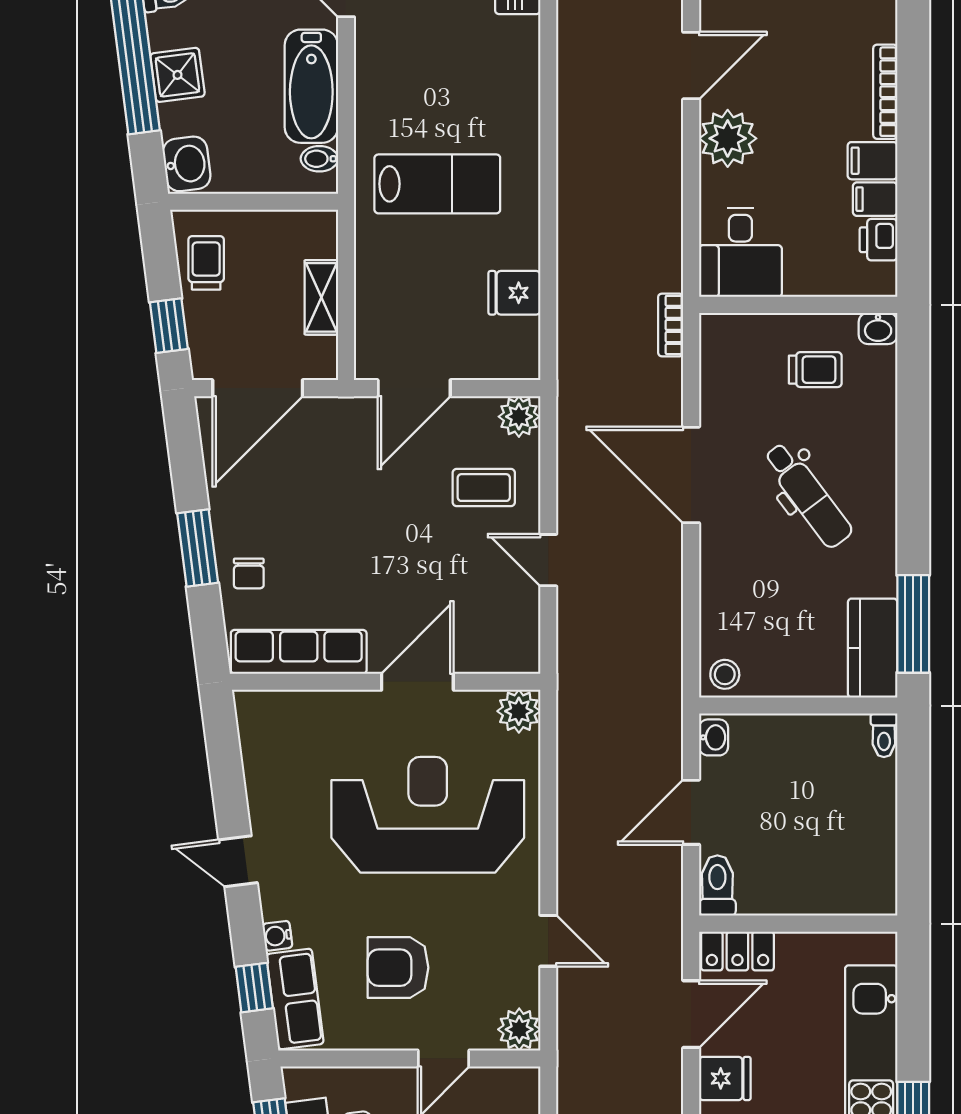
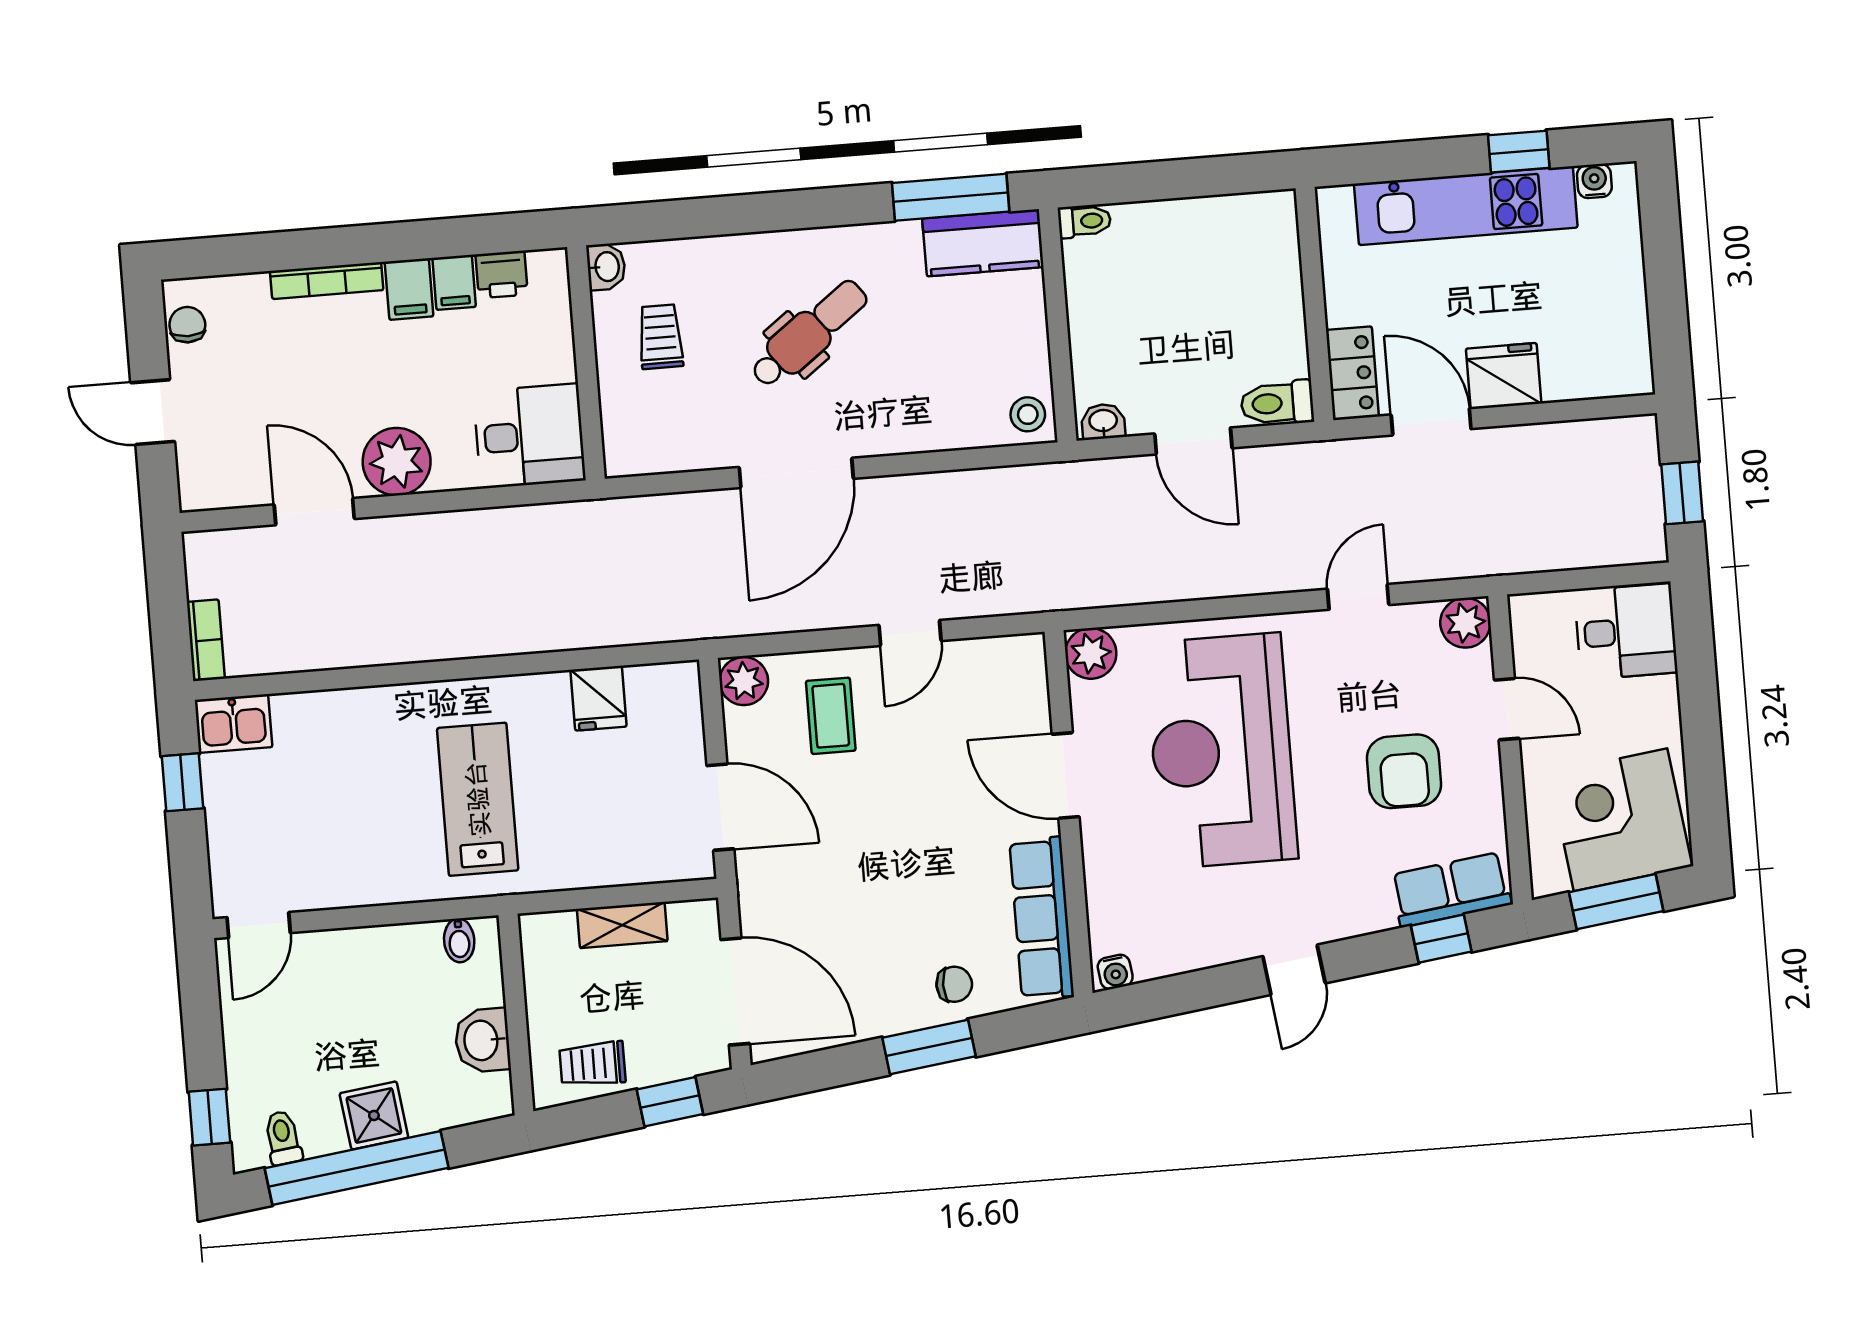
bathtub: (311, 86) -> (375, 957), removed
washbasin: (187, 164) -> (482, 1040), moved, turned -83
bookcase: (671, 325) -> (622, 511), removed
water cooler: (277, 936) -> (1115, 972), moved
fridge: (725, 1078) -> (1504, 376), width x1.38

